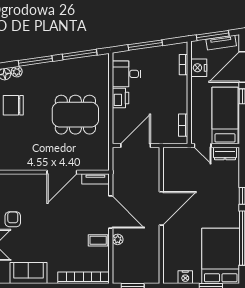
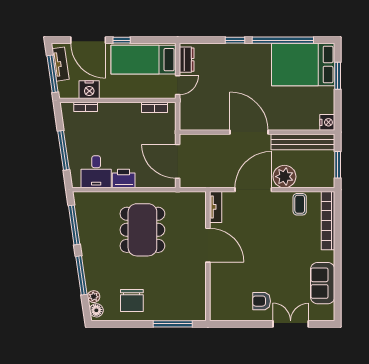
plant: (118, 239) -> (284, 177), width x1.88, depth x1.88
coffee table: (98, 240) -> (300, 204), moved
bench: (153, 256) -> (303, 142), added
nightstand: (185, 277) -> (327, 122), moved

